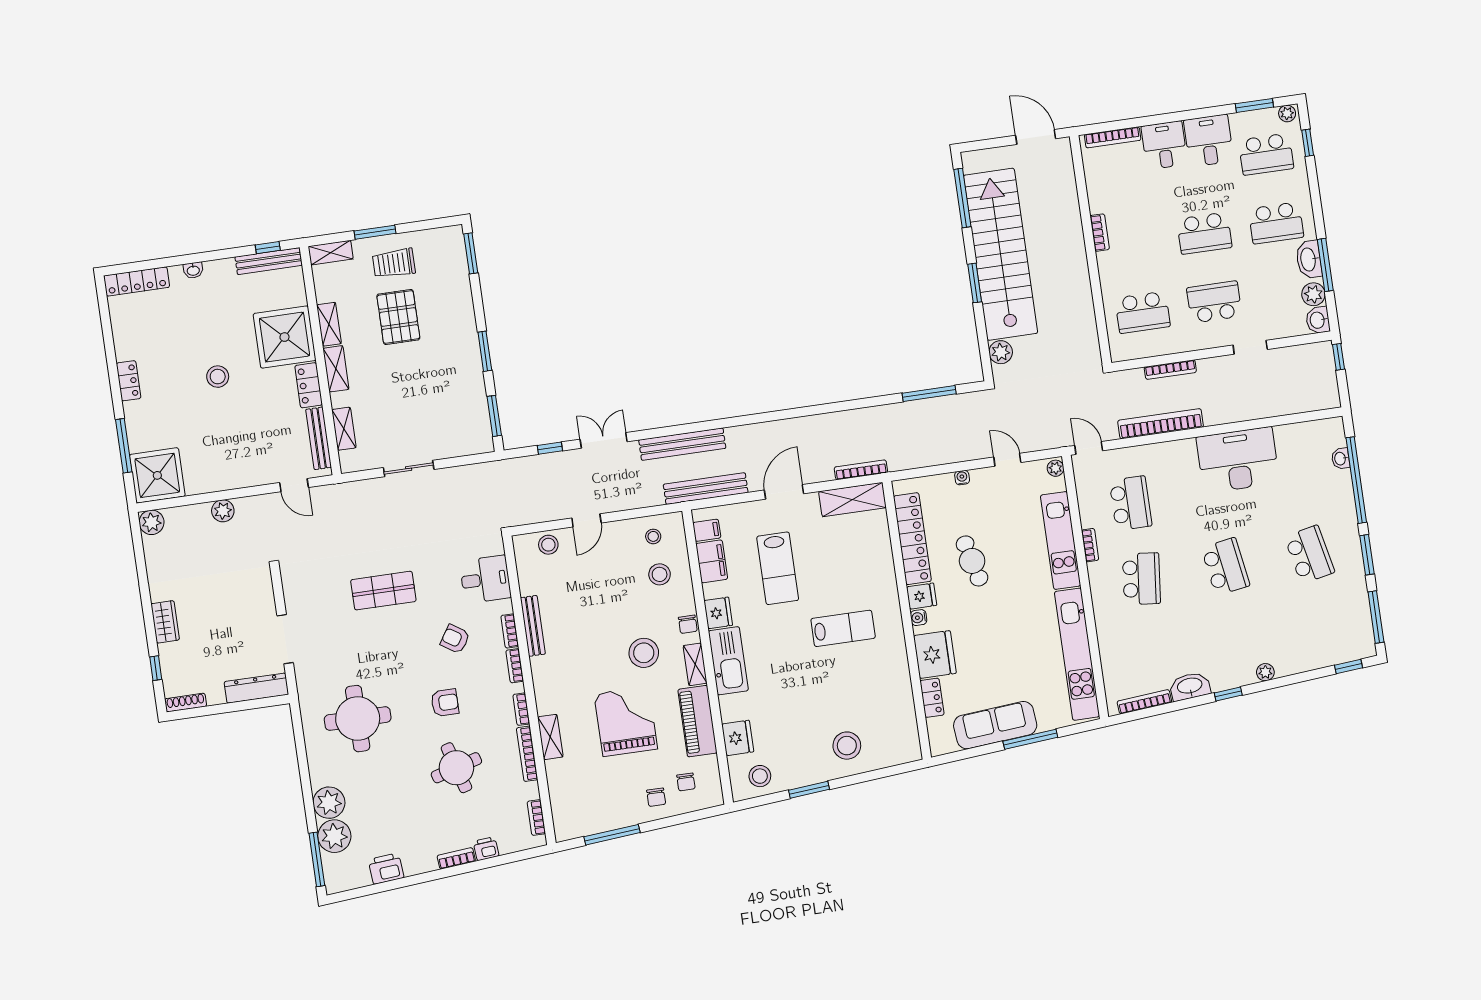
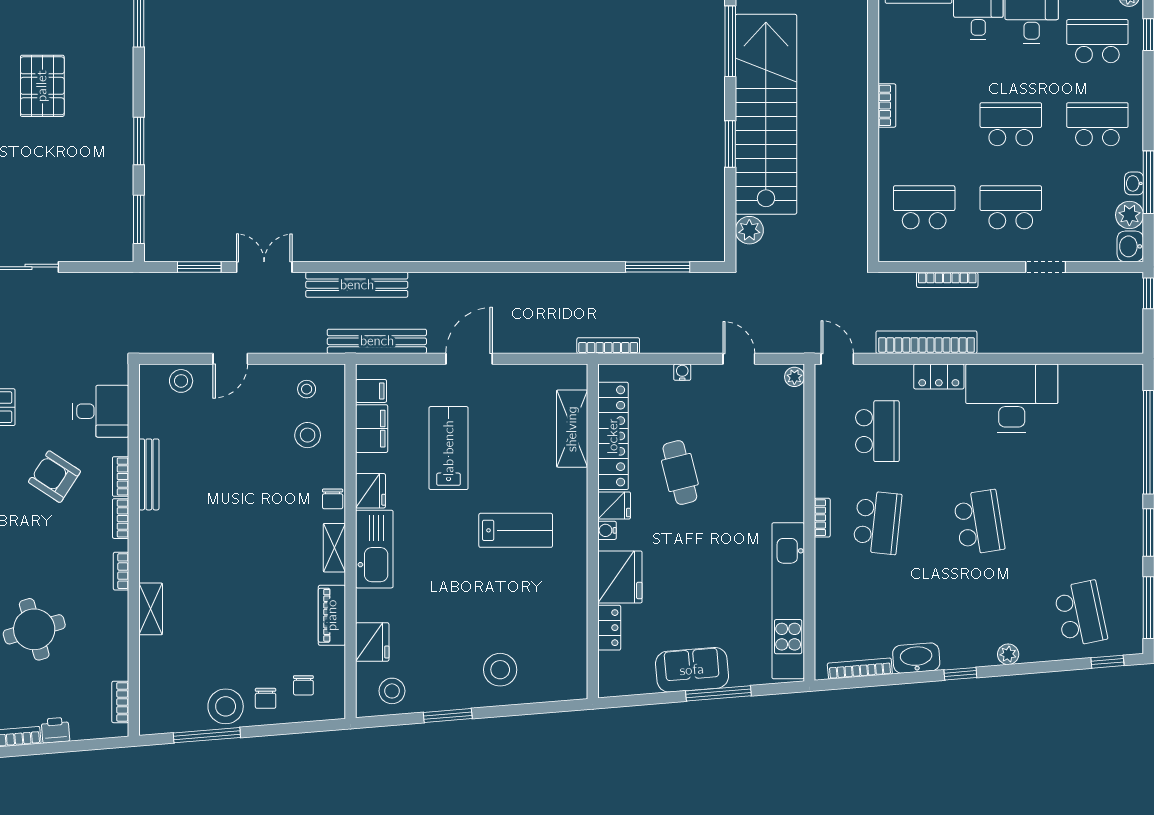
school desk: (1266, 154) -> (1097, 41), turned 180
school desk: (1276, 223) -> (1097, 124), turned 180
school desk: (1204, 233) -> (1011, 124), turned 180
washbasin: (1309, 259) -> (1134, 183), width x0.52, depth x0.69
trolley: (394, 263) -> (46, 21), removed
school desk: (1143, 312) -> (924, 207), turned 180
window: (550, 448) -> (199, 267), width x1.50
locker: (1175, 451) -> (939, 376), added
washbasin: (1341, 459) -> (1134, 414), removed
bookcase: (861, 470) -> (608, 346), moved
shelving: (853, 499) -> (572, 429), moved, turned 90
kitchen unit: (1061, 540) -> (788, 463), removed
bookcase: (1090, 545) -> (822, 518), moved
school desk: (1309, 554) -> (1080, 614), moved
lab bench: (778, 568) -> (449, 448), turned 180
armchair: (455, 639) -> (54, 477), width x1.38, depth x1.38
stool: (644, 653) -> (226, 706), moved
armchair: (445, 703) -> (32, 550), removed
grand piano: (626, 721) -> (243, 603), removed
piano: (697, 721) -> (332, 615), width x0.73, depth x0.75
sofa: (995, 725) -> (692, 670), width x0.73
bookcase: (527, 754) -> (120, 625), removed

